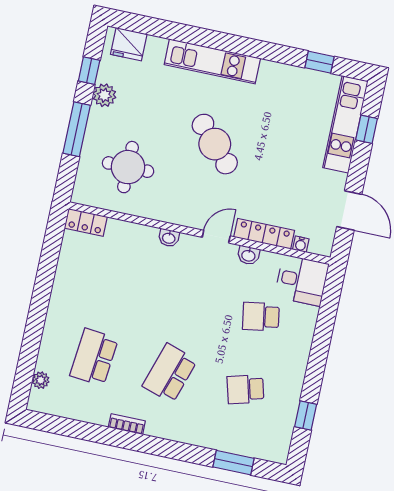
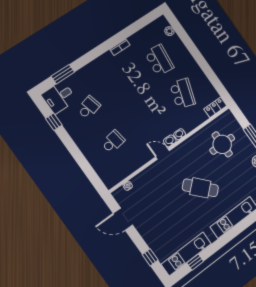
kitchen unit: (345, 124) -> (186, 254), moved, turned -90
locker: (264, 234) -> (146, 175), removed
door: (216, 237) -> (163, 154), swing flipped
washbasin: (248, 255) -> (170, 141), moved
desk: (302, 280) -> (59, 97), moved
school desk: (170, 373) -> (183, 93), moved

